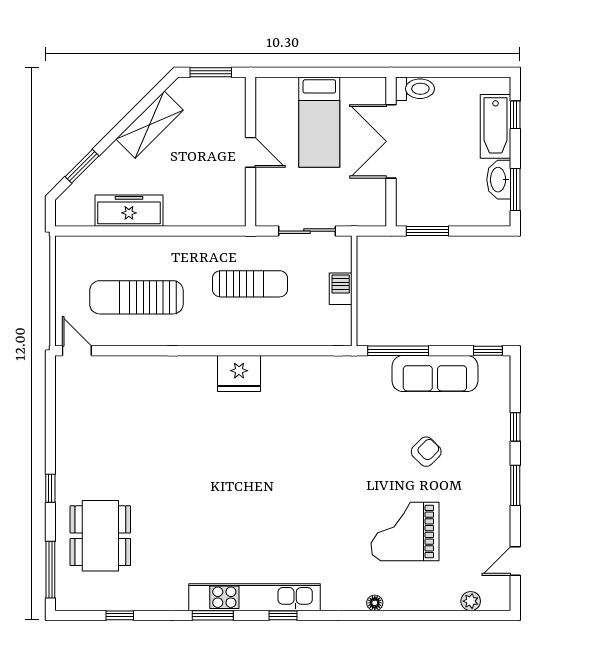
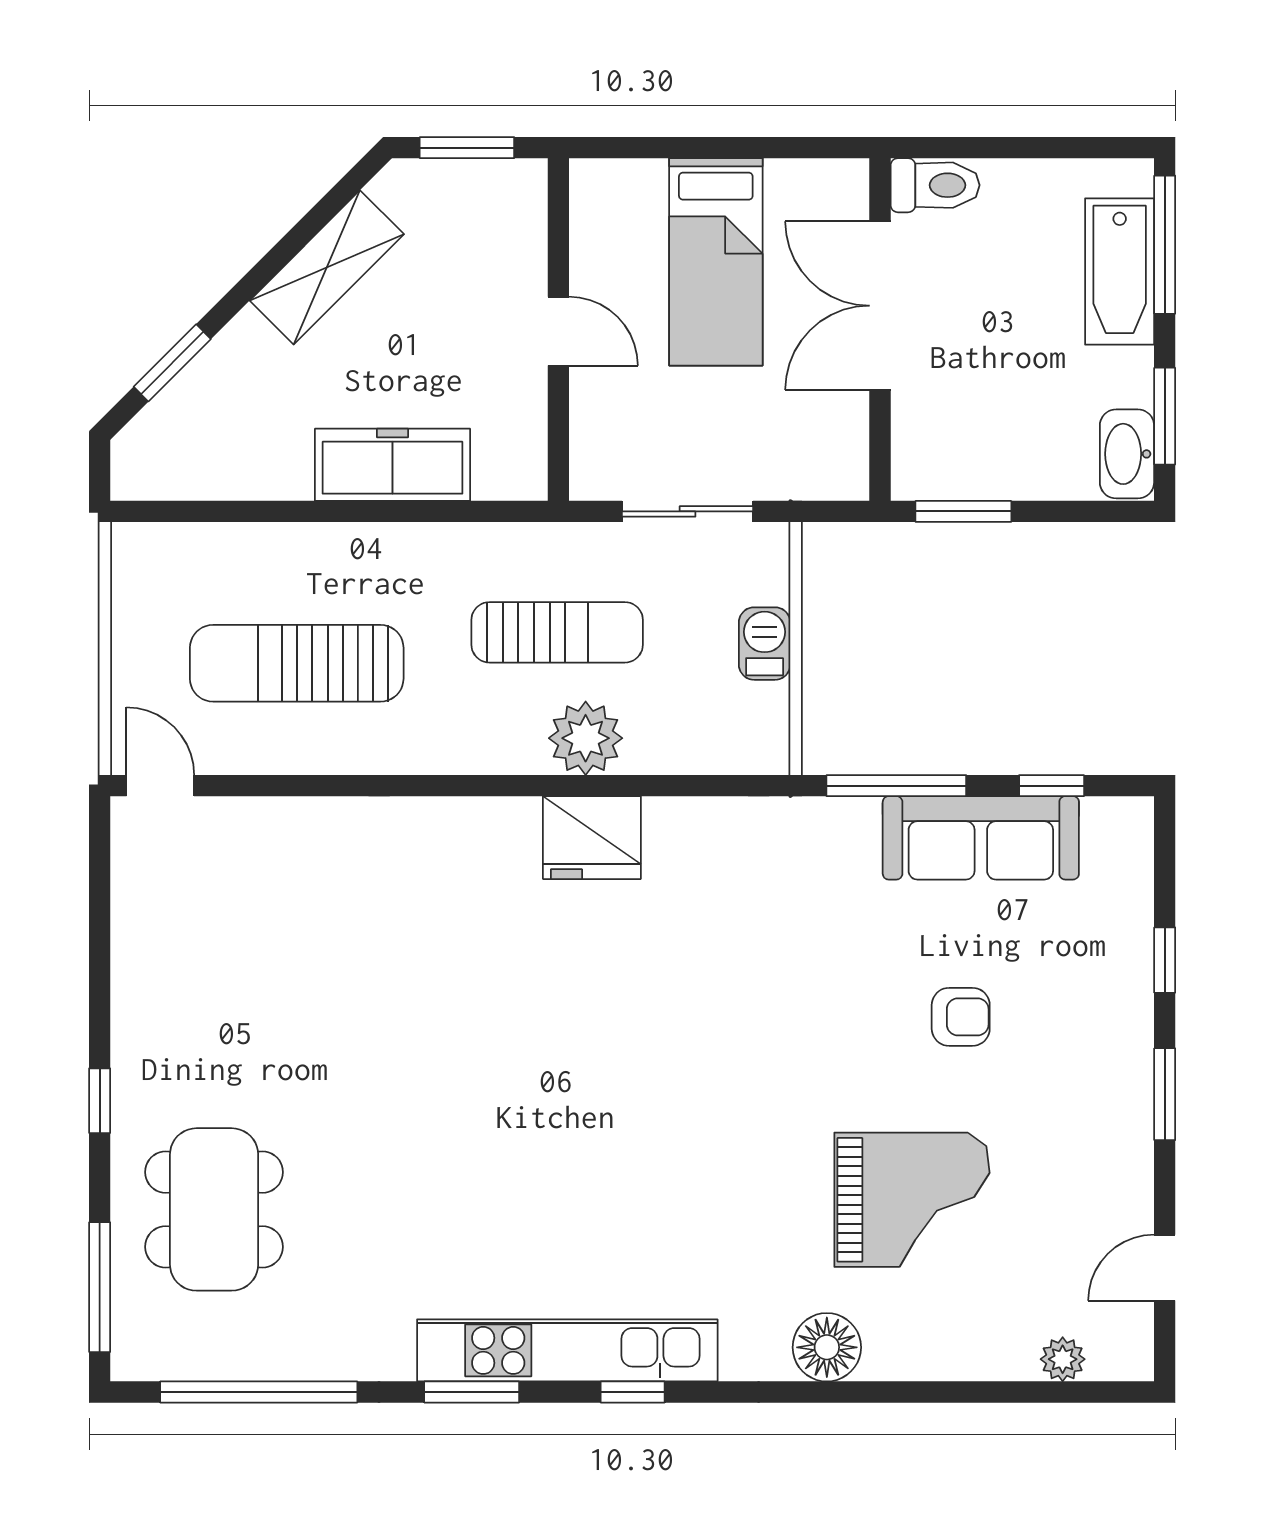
window: (515, 115) -> (1165, 245), width x2.17
washbasin: (499, 180) -> (1127, 454), moved
freezer: (129, 211) -> (392, 465), moved
plant: (262, 330) -> (586, 738), added
window: (488, 351) -> (1052, 786), moved
fridge: (239, 373) -> (592, 838), moved
armchair: (426, 452) -> (961, 1017), turned 45
grand piano: (405, 531) -> (912, 1200), turned 180
floor lamp: (375, 603) -> (827, 1347), width x1.89, depth x1.89
window: (120, 615) -> (259, 1392), width x3.17

